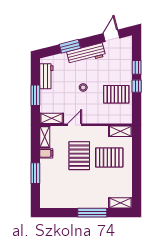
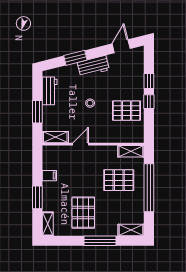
workbench: (86, 54) -> (93, 66), width x0.73
shelving: (45, 137) -> (48, 224), moved
pallet: (79, 156) -> (83, 213), moved
window: (137, 164) -> (149, 188), added

